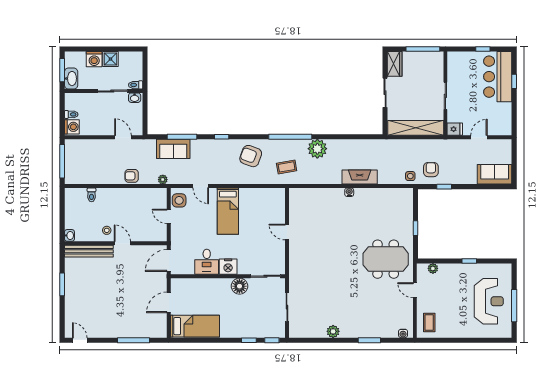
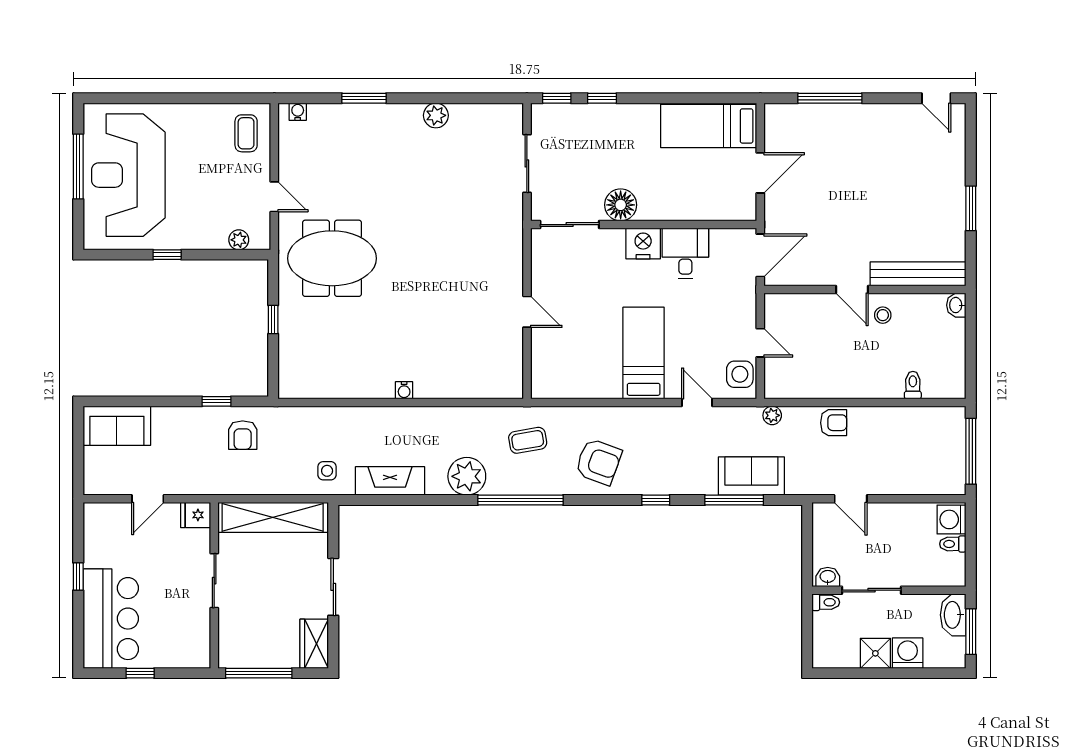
window: (514, 81) -> (78, 576), moved
side table: (410, 176) -> (327, 471), moved
fireplace: (360, 177) -> (390, 481), moved, turned 180
reception desk: (489, 301) -> (128, 175), width x1.36, depth x1.30

